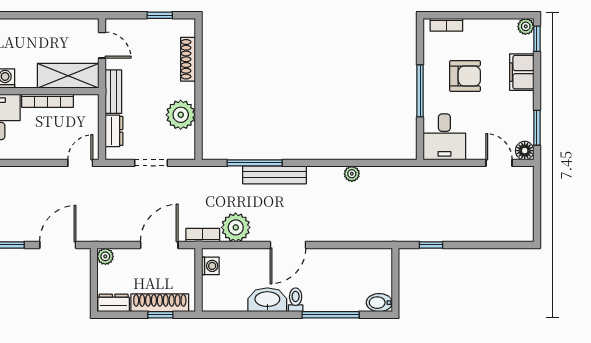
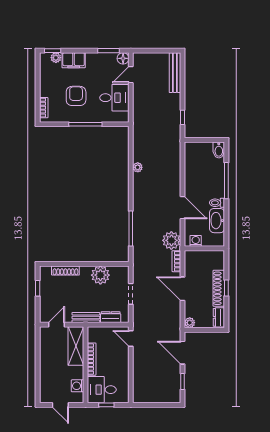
plant: (526, 26) -> (56, 58), moved
desk: (444, 137) -> (114, 98), moved
bench: (274, 175) -> (175, 73), moved
washing machine: (210, 266) -> (196, 241), moved
wall: (198, 280) -> (204, 248), moved

